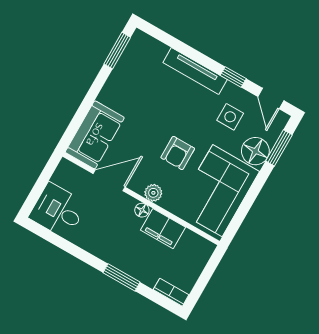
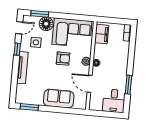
sofa: (95, 135) -> (59, 99), moved
filing cabinet: (163, 229) -> (102, 34), moved
window: (121, 277) -> (129, 85), moved

